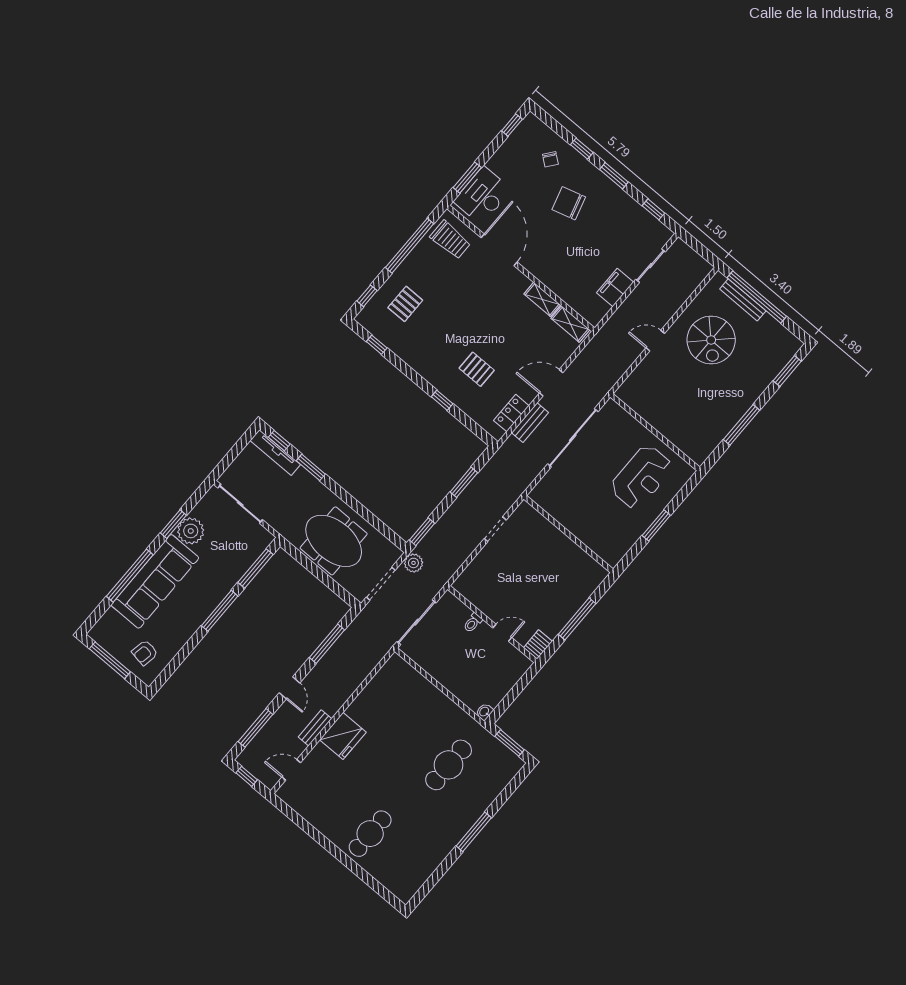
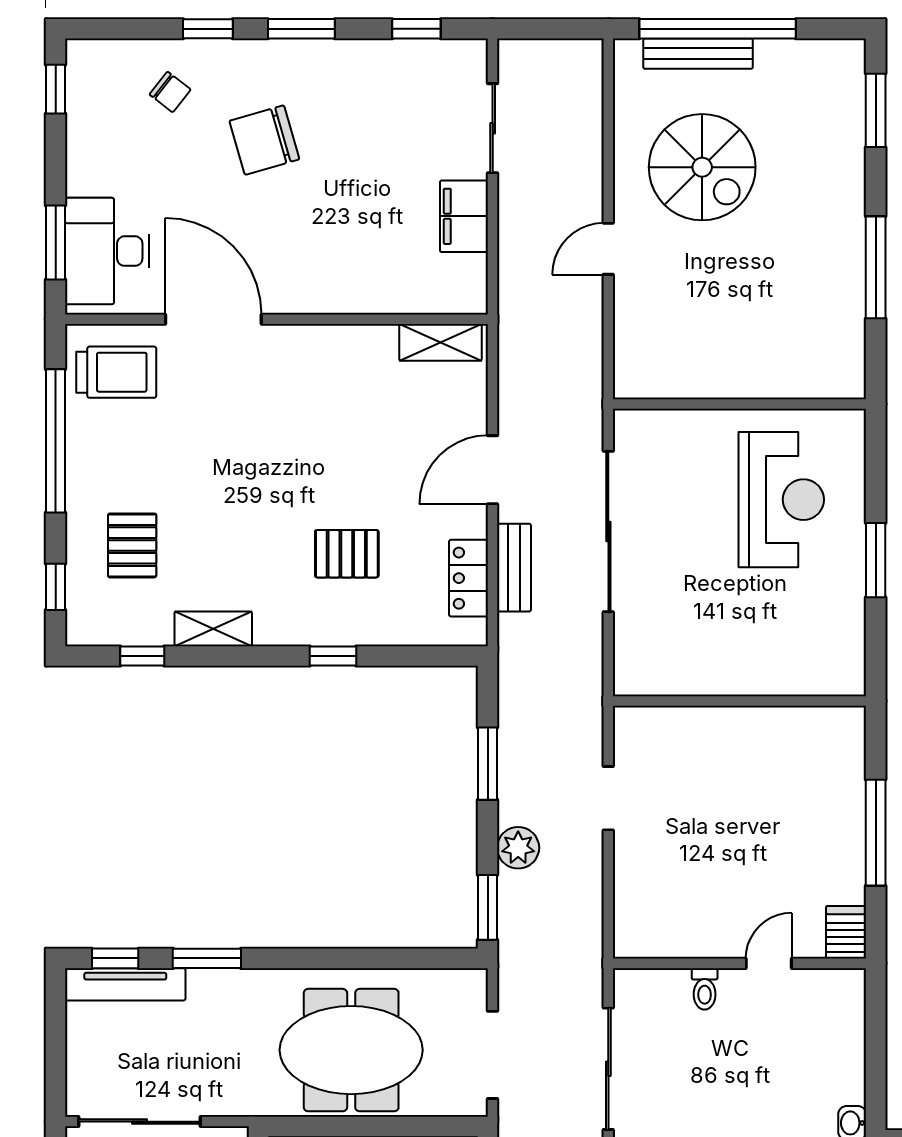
shelving: (542, 299) -> (213, 629), moved
plant: (413, 563) -> (518, 848), moved

